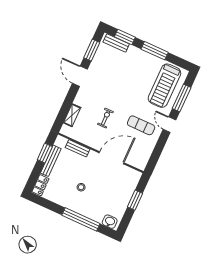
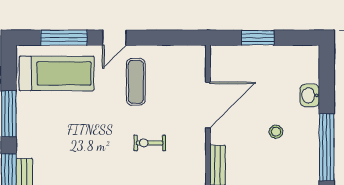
door: (111, 158) -> (208, 105), swing flipped
window: (81, 219) -> (327, 147), moved
washbasin: (110, 222) -> (310, 95), moved

